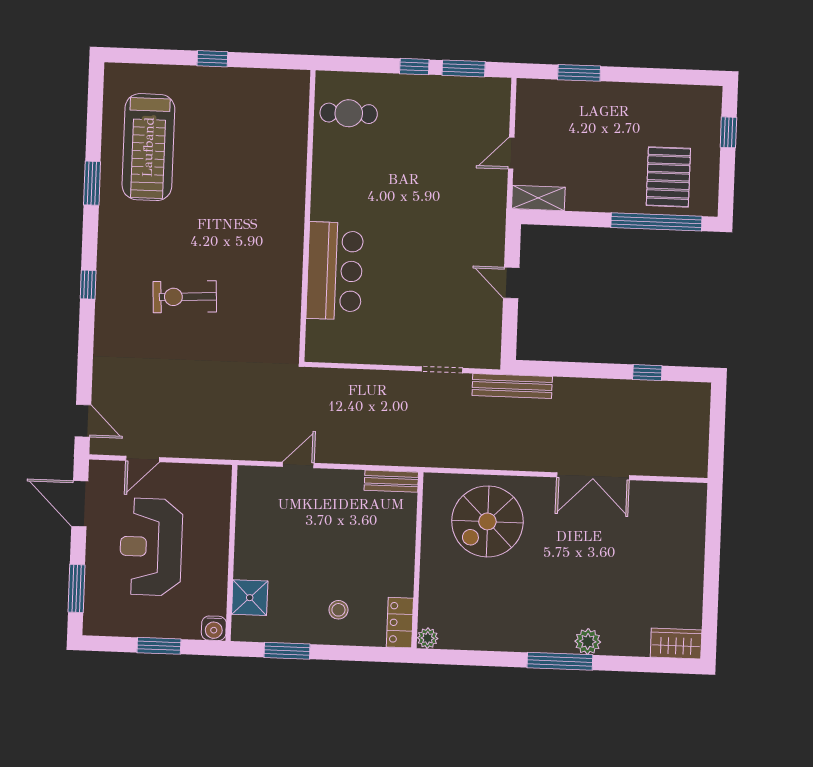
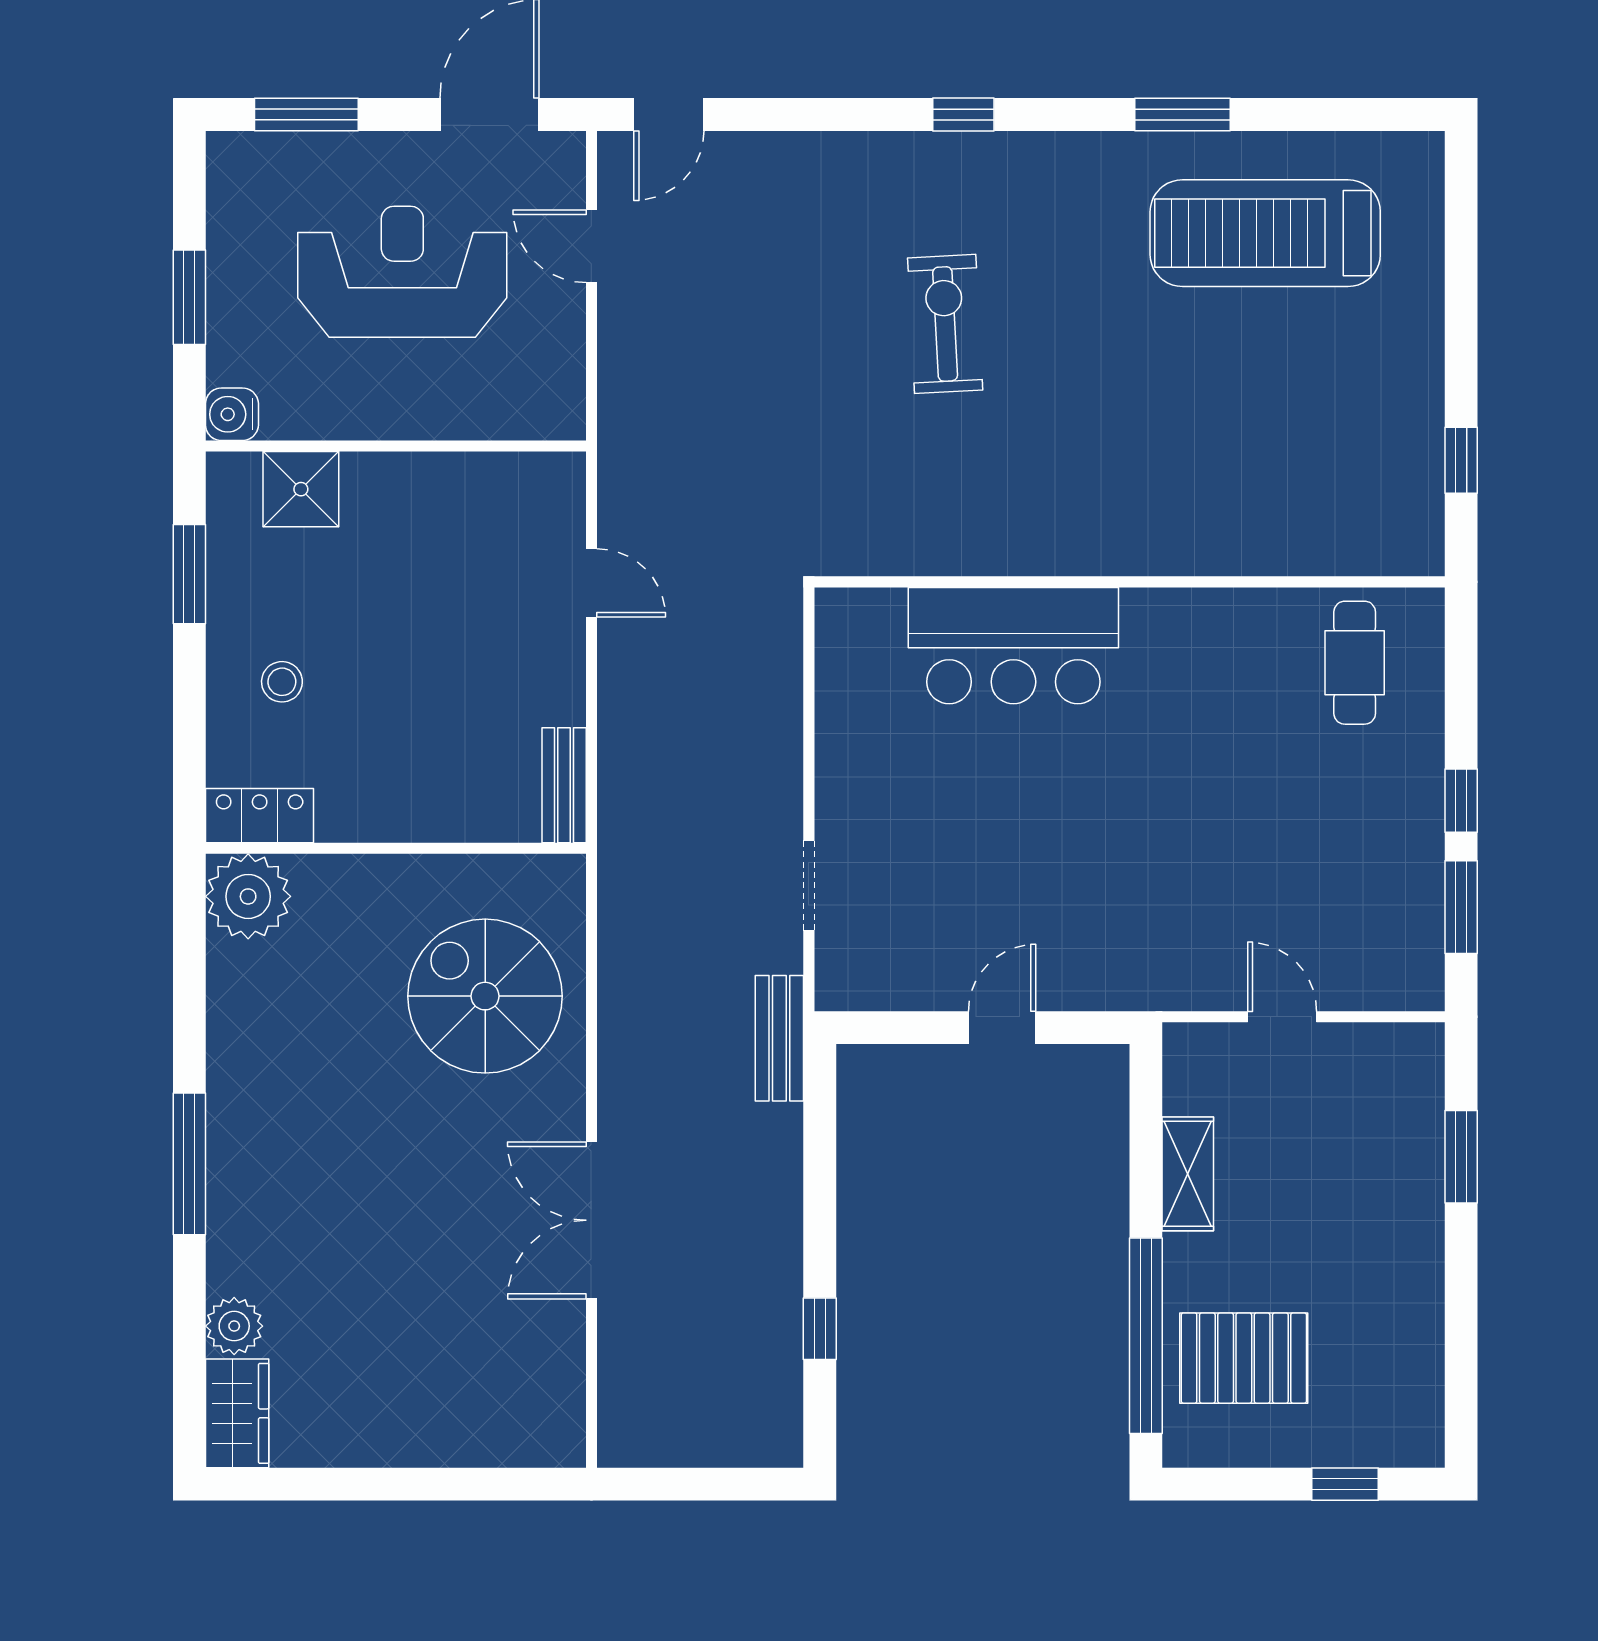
window: (212, 59) -> (1461, 460), moved
shelving: (538, 198) -> (1188, 1174), moved
bench: (512, 386) -> (779, 1038), width x0.73
plant: (428, 638) -> (248, 896), width x1.88, depth x1.88
plant: (588, 642) -> (234, 1326), moved

